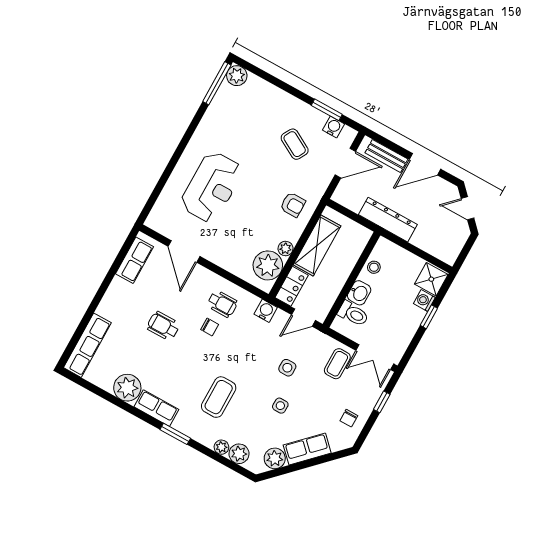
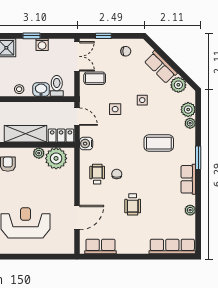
washing machine: (424, 301) -> (42, 45), moved
plant: (127, 388) -> (190, 210), width x0.53, depth x0.53

